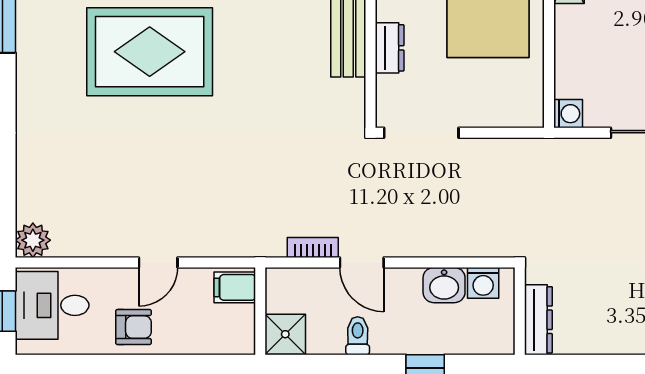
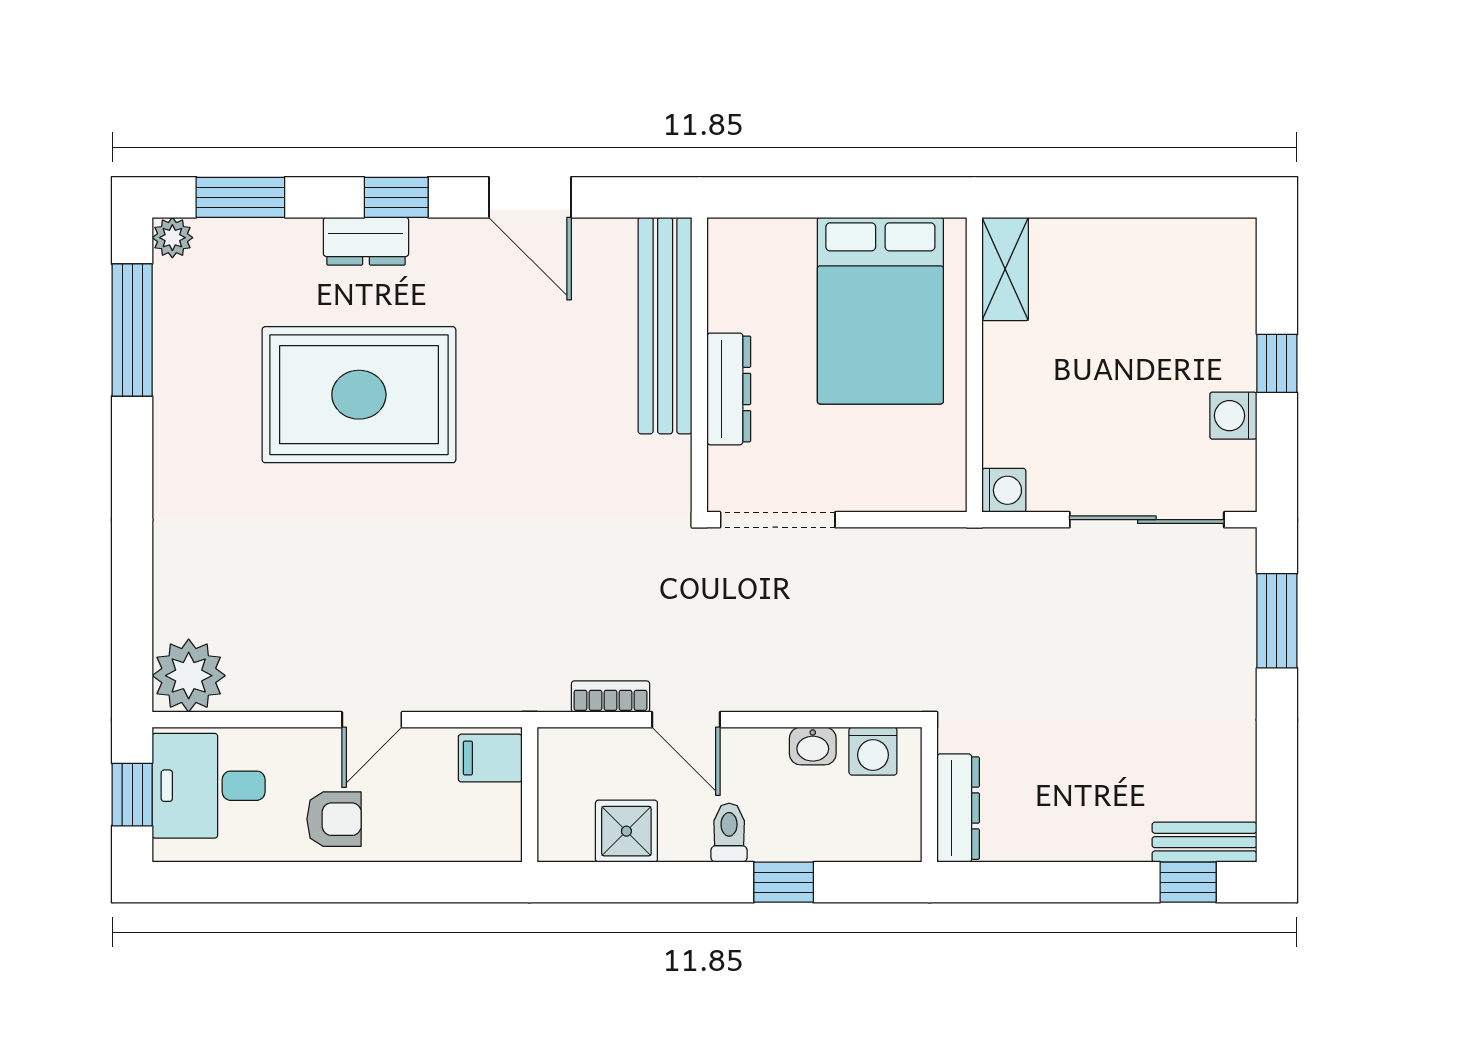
dresser: (390, 48) -> (729, 389), width x1.44
plant: (33, 240) -> (189, 676), width x1.36, depth x1.36
washbasin: (444, 285) -> (813, 746), width x0.72, depth x0.69
shower: (285, 334) -> (626, 831), moved
toilet: (358, 336) -> (729, 833), moved

